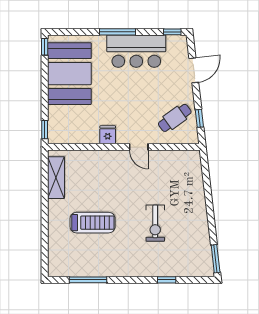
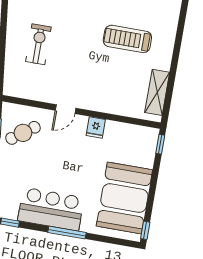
door: (139, 147) -> (66, 109), swing flipped
exercise bike: (155, 223) -> (38, 44), moved

